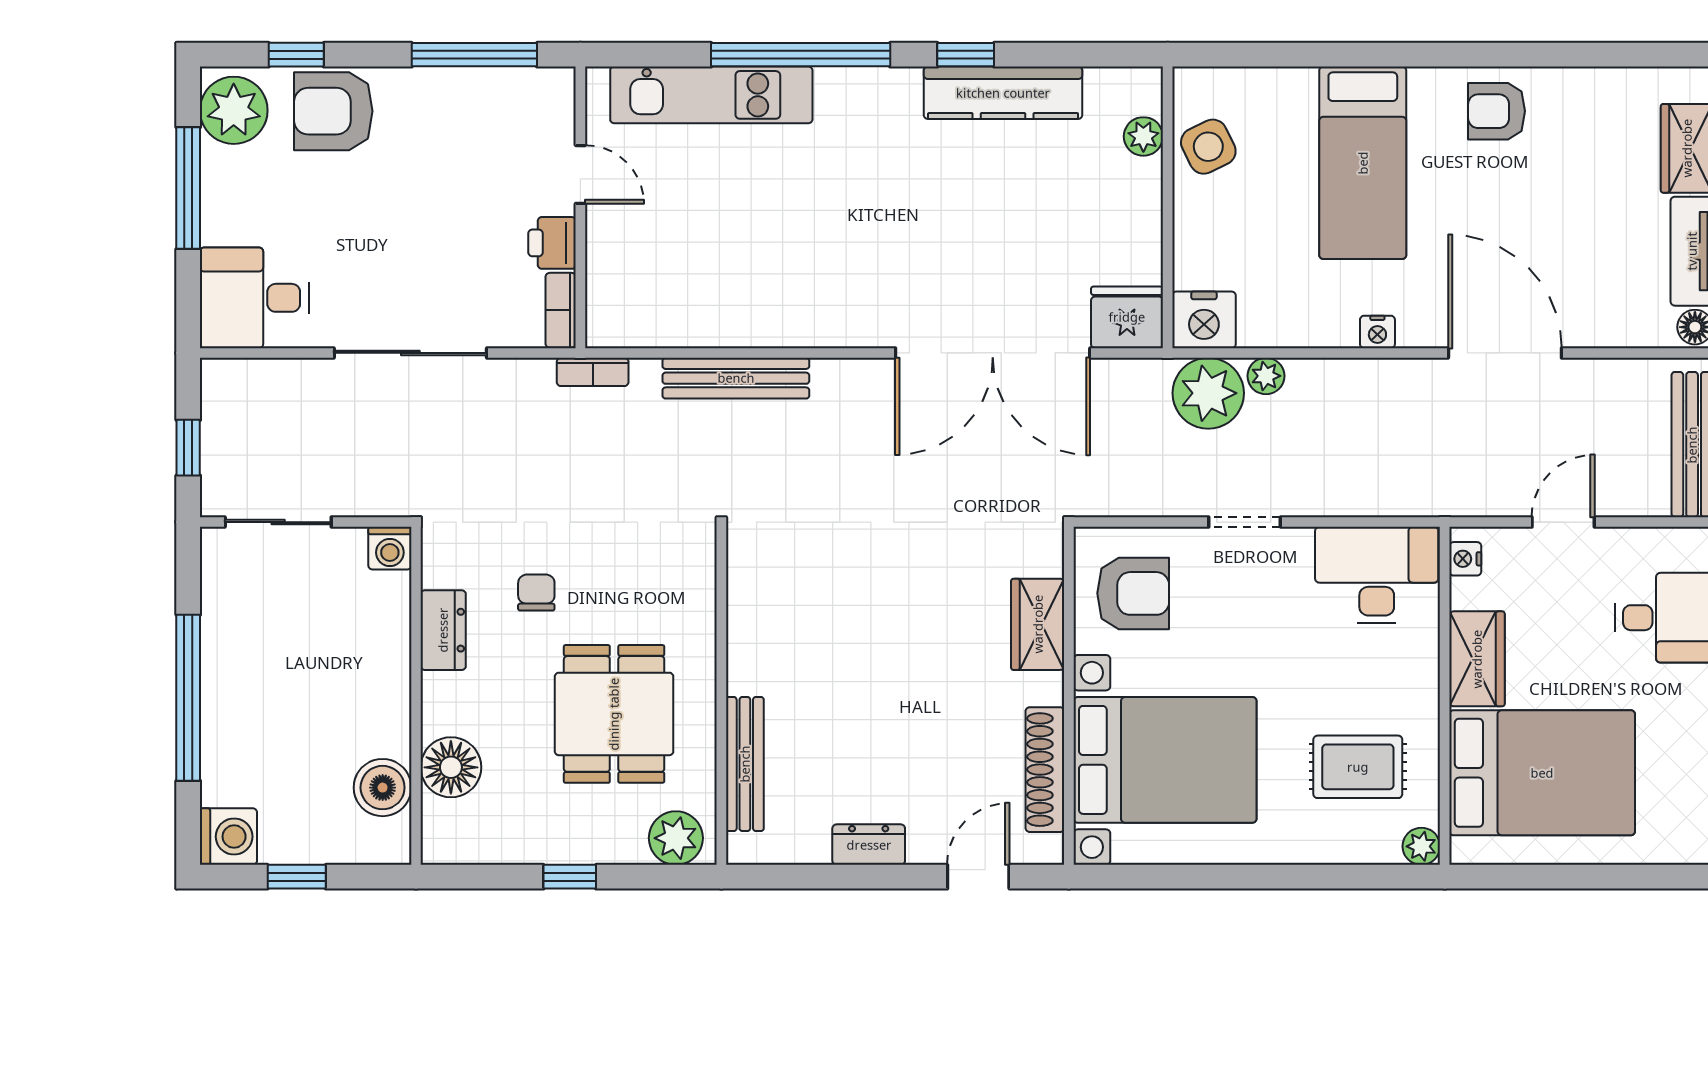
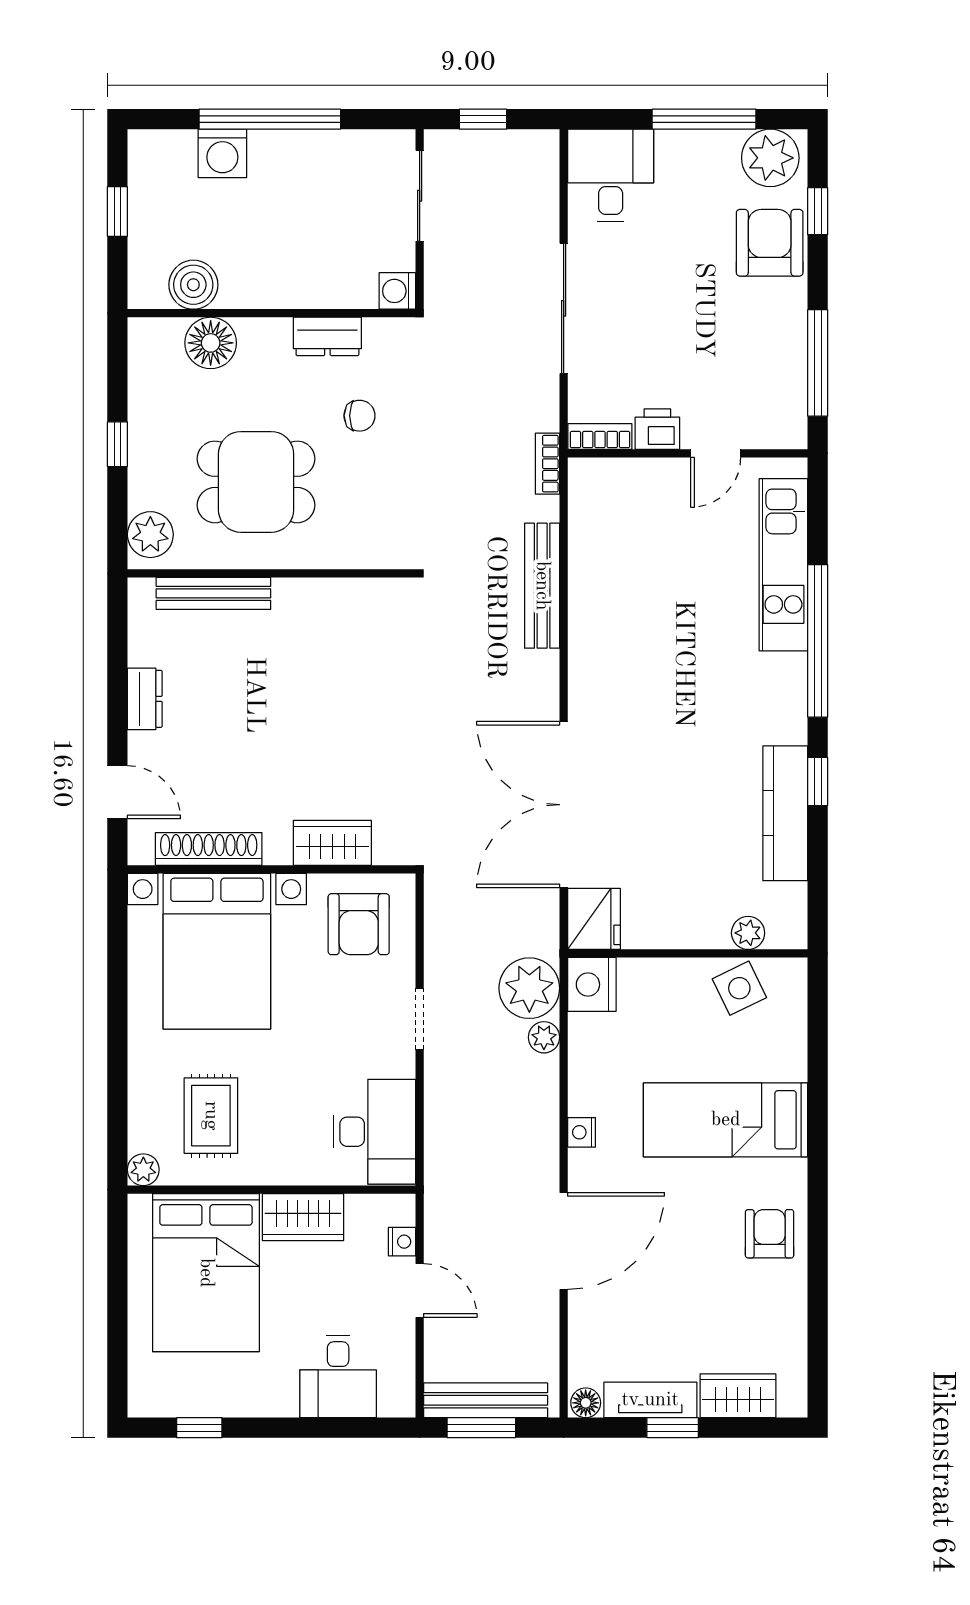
nightstand: (1465, 559) -> (402, 1242), moved, turned 90
washing machine: (228, 837) -> (222, 153), moved

